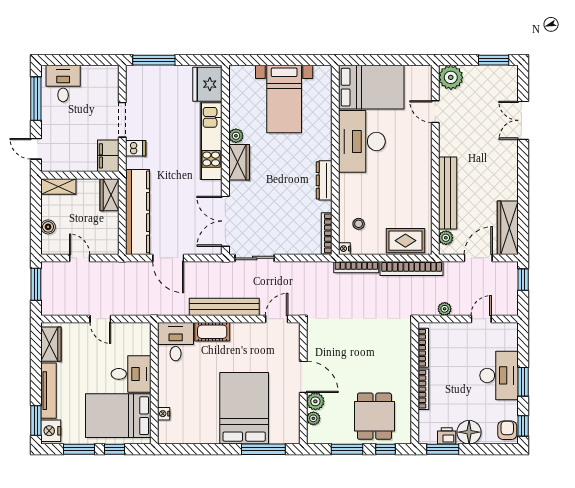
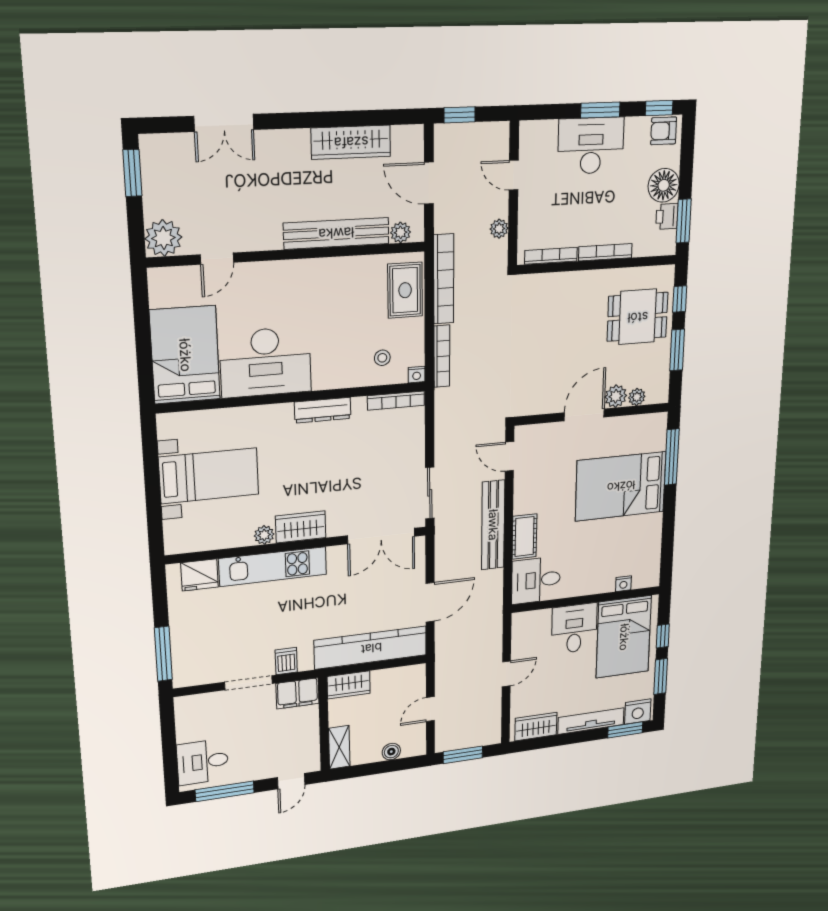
fridge: (207, 84) -> (199, 575), width x0.73, depth x0.75
wardrobe: (508, 228) -> (351, 142), moved

